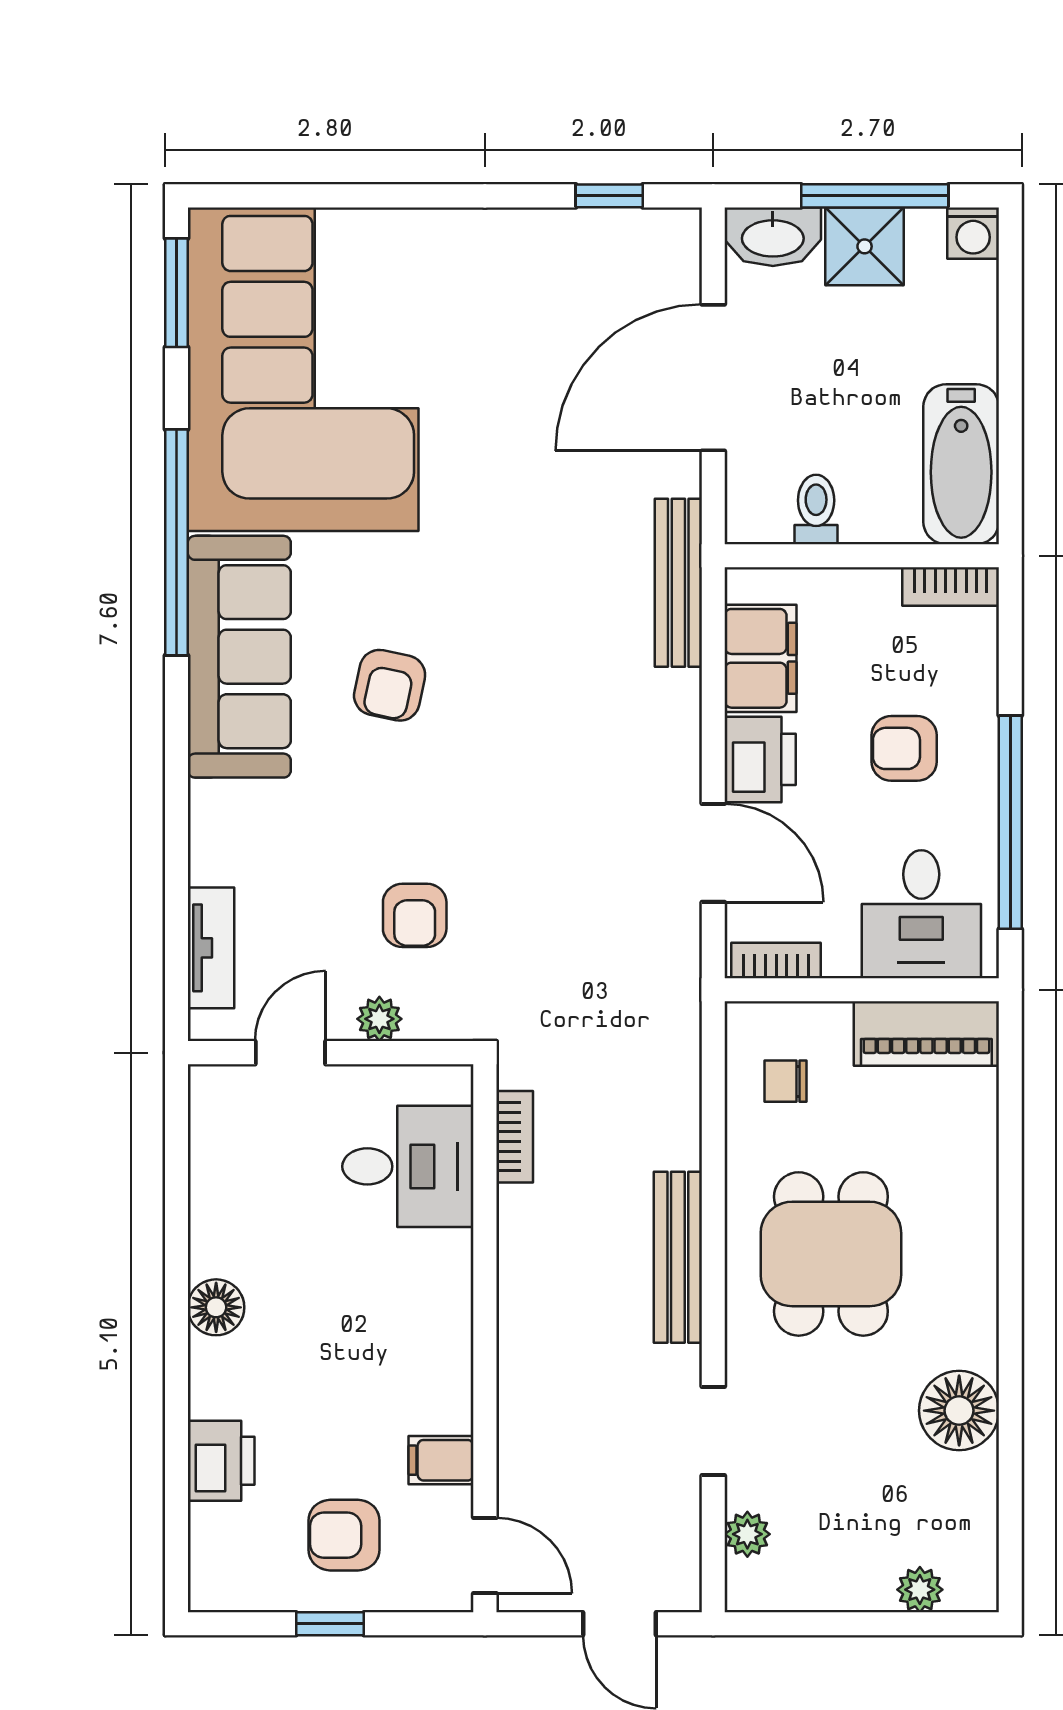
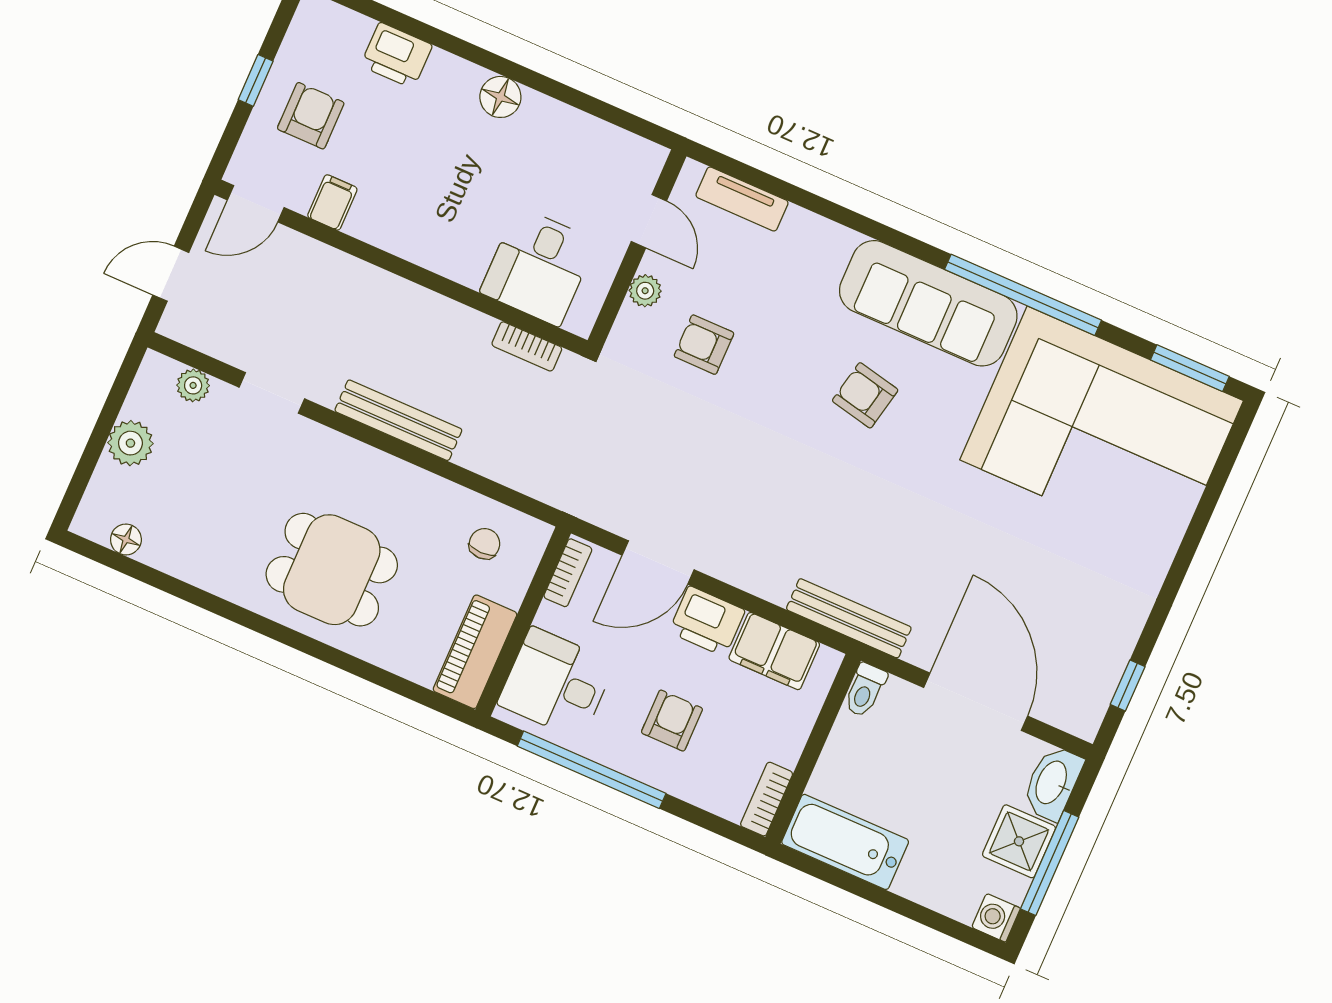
toilet: (816, 509) -> (865, 690), moved, turned 90
dining table: (831, 1254) -> (332, 570), moved
floor lamp: (959, 1411) -> (126, 539), moved, width x0.53, depth x0.53
plant: (920, 1590) -> (130, 443), moved, width x1.38, depth x1.38

